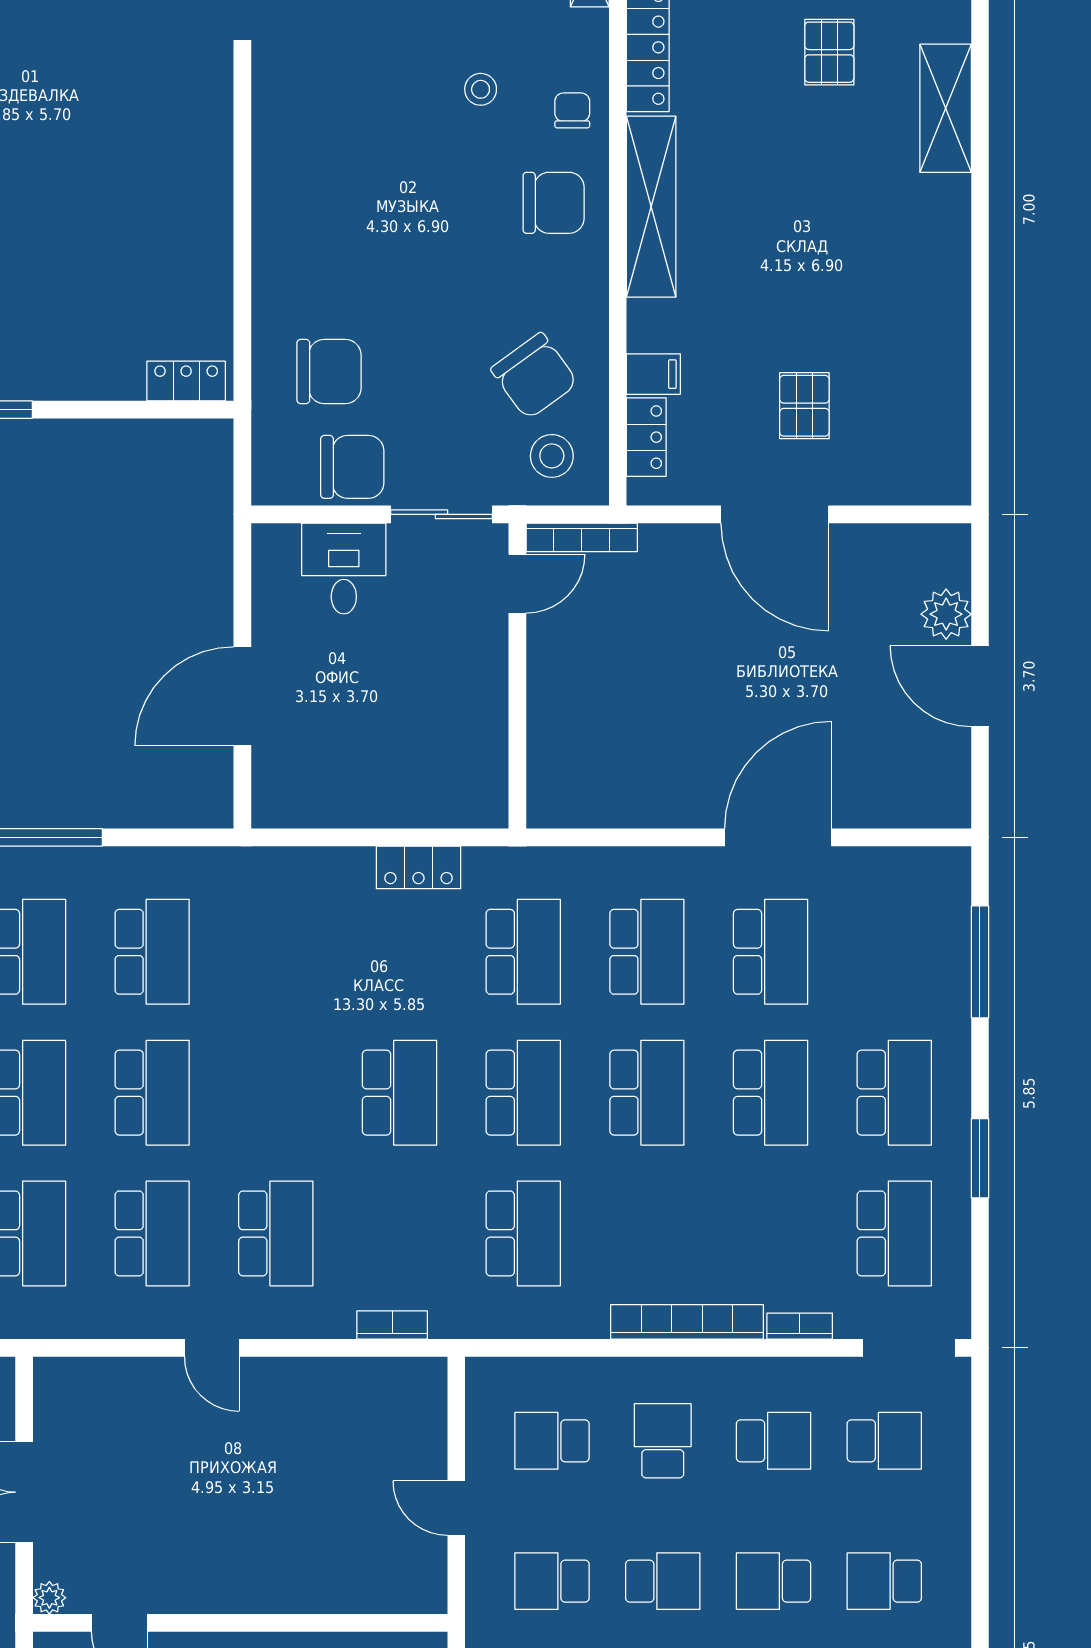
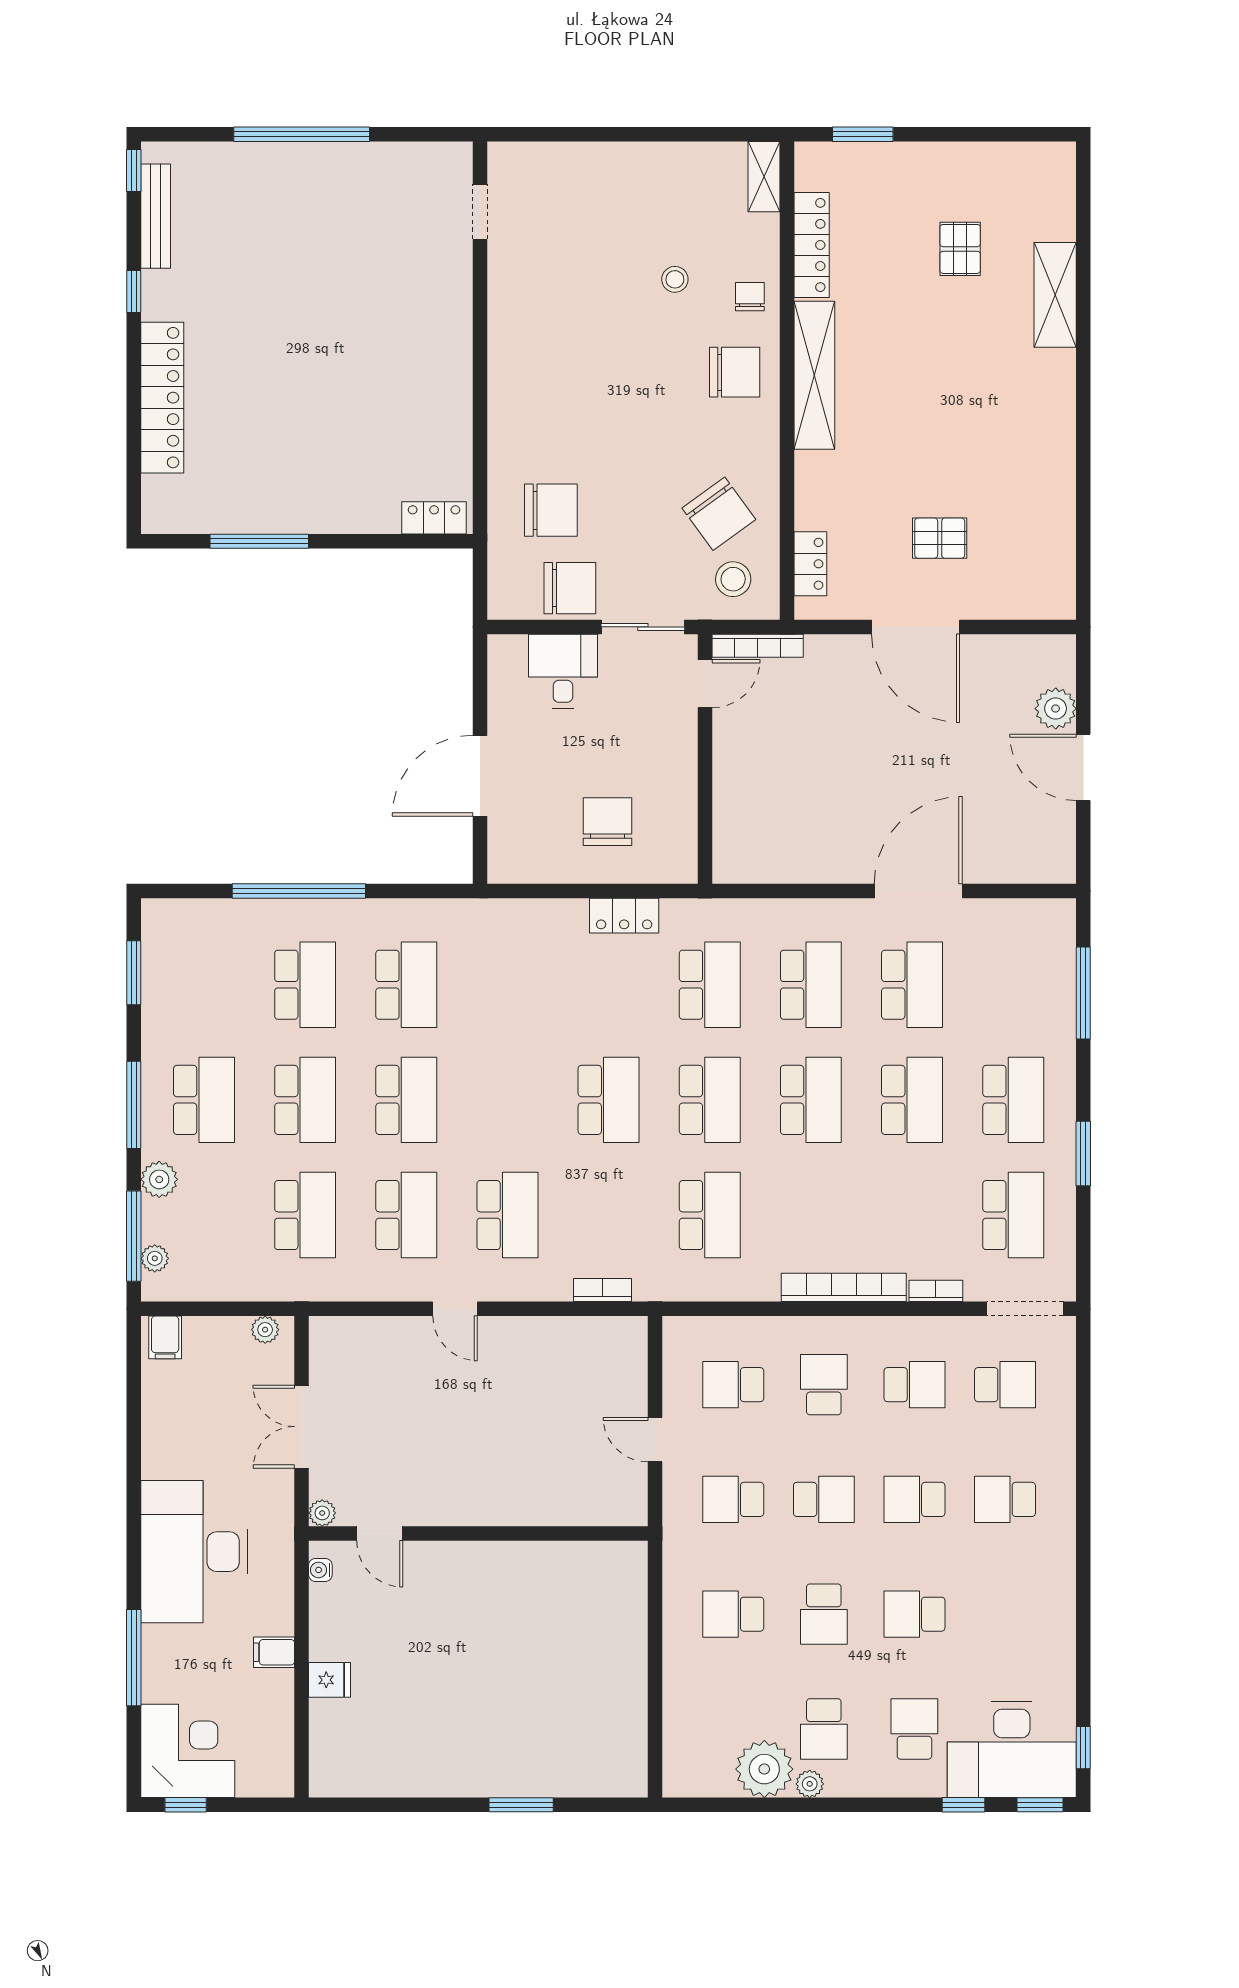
filing cabinet: (653, 374) -> (816, 512), removed
pallet: (804, 406) -> (940, 538), turned 90
chair: (398, 752) -> (608, 822), added

